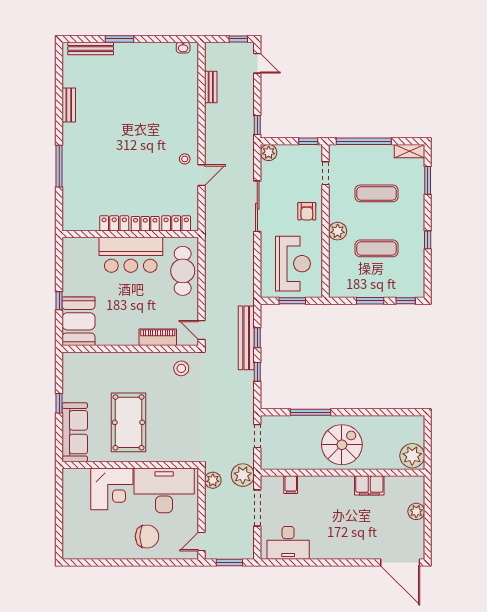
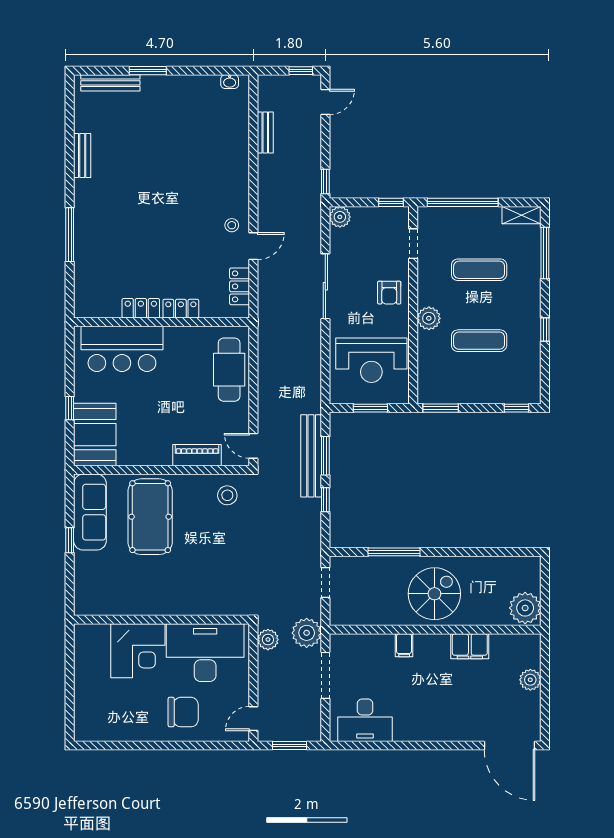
door: (257, 63) -> (325, 102), hinge flipped
window: (428, 180) -> (545, 253), width x1.44
locker: (176, 223) -> (240, 286), moved, turned -90
bar counter: (131, 255) -> (122, 349), moved
reception desk: (293, 264) -> (371, 360), turned 90
window: (370, 301) -> (441, 408), moved
window: (257, 338) -> (325, 456), width x1.50
pool table: (129, 422) -> (150, 517), moved
sofa: (75, 432) -> (90, 512), moved
filing cabinet: (291, 485) -> (404, 645), moved

